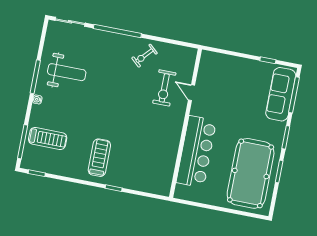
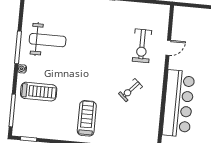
exercise bike: (145, 56) -> (130, 90), moved
door: (191, 93) -> (168, 48), swing flipped
treadmill: (48, 138) -> (39, 92), moved

